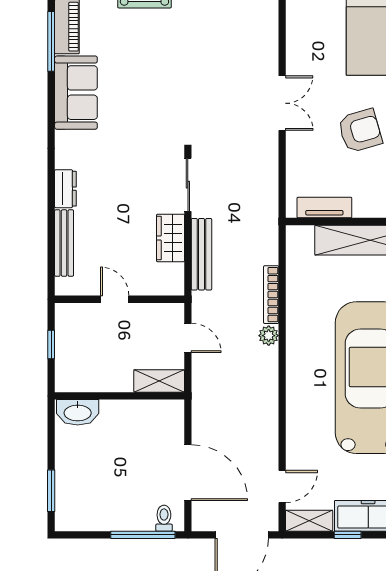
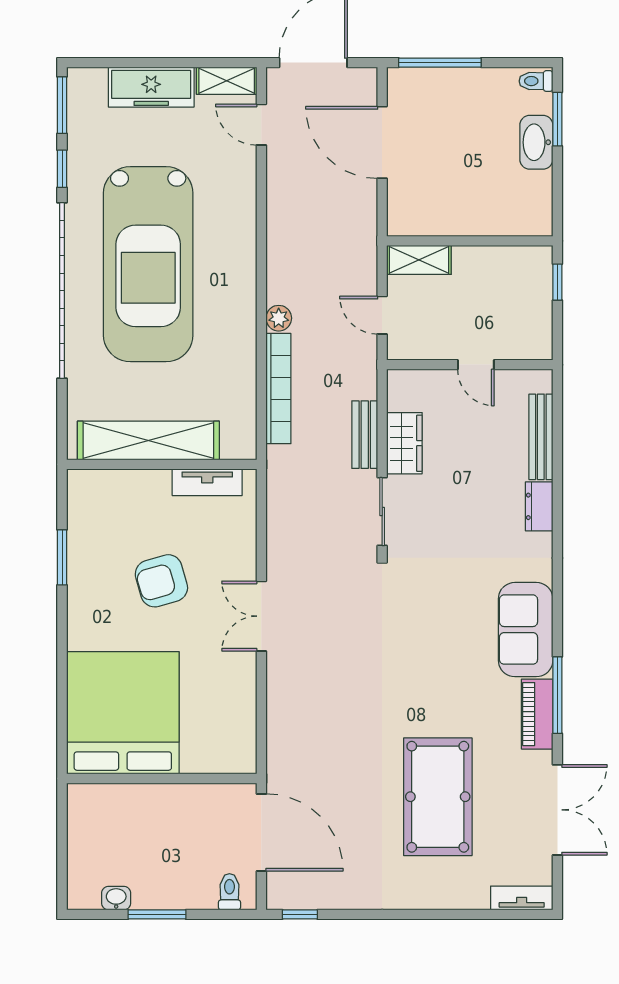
bench: (201, 254) -> (365, 435), width x0.73
bookcase: (271, 295) -> (278, 389), width x1.48, depth x1.31
window: (51, 344) -> (557, 282), moved
washbasin: (78, 412) -> (536, 142), moved, turned -90
door: (282, 487) -> (261, 125), hinge flipped
toilet: (164, 518) -> (536, 81), moved, turned 90
window: (348, 535) -> (177, 63), removed

